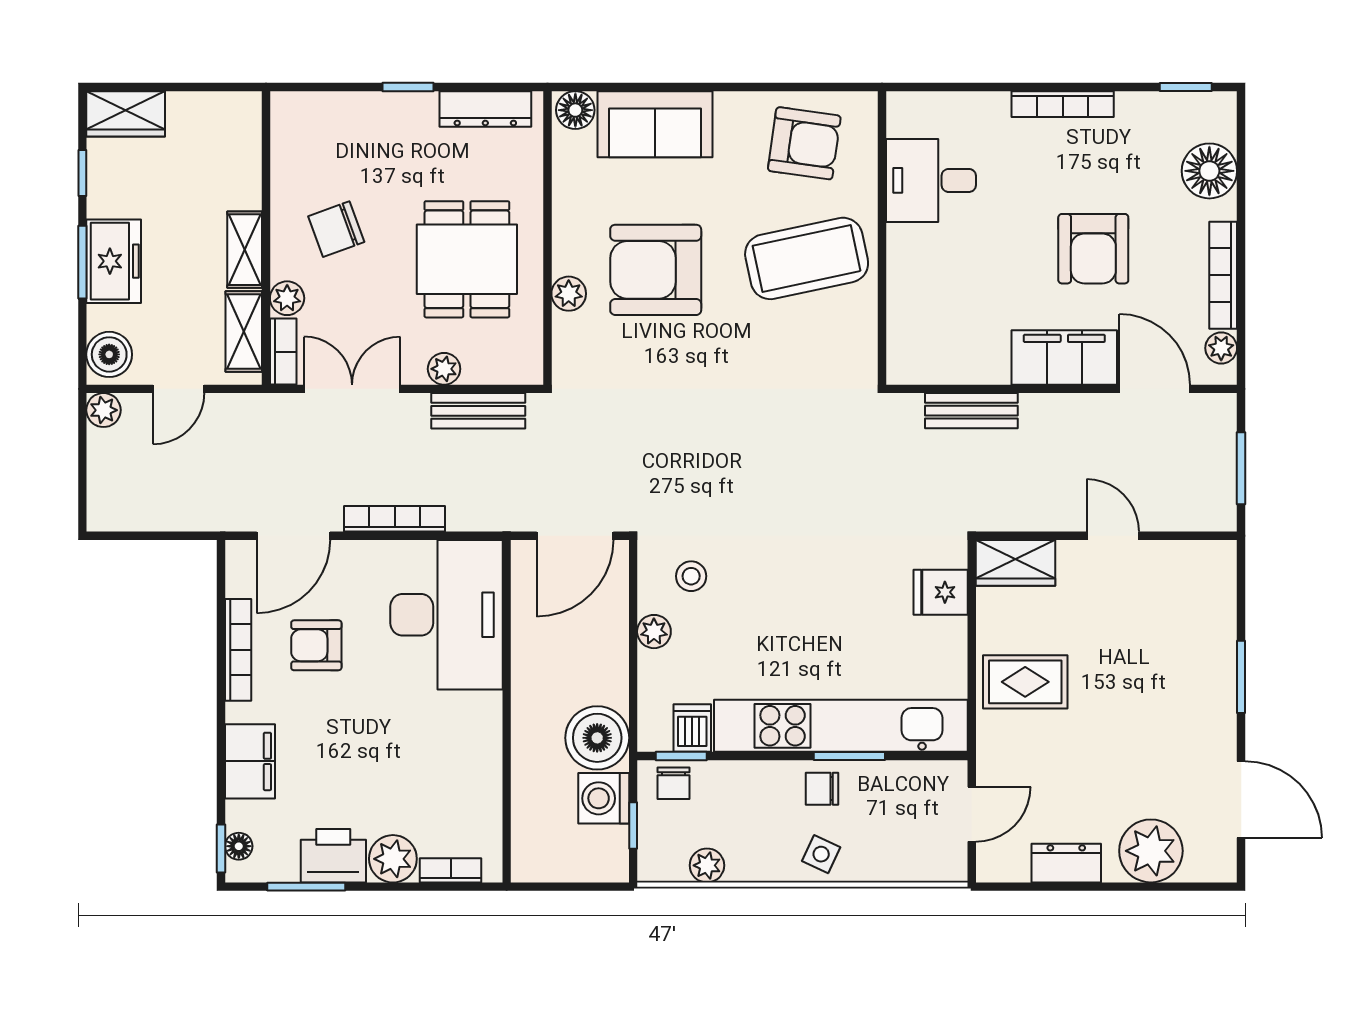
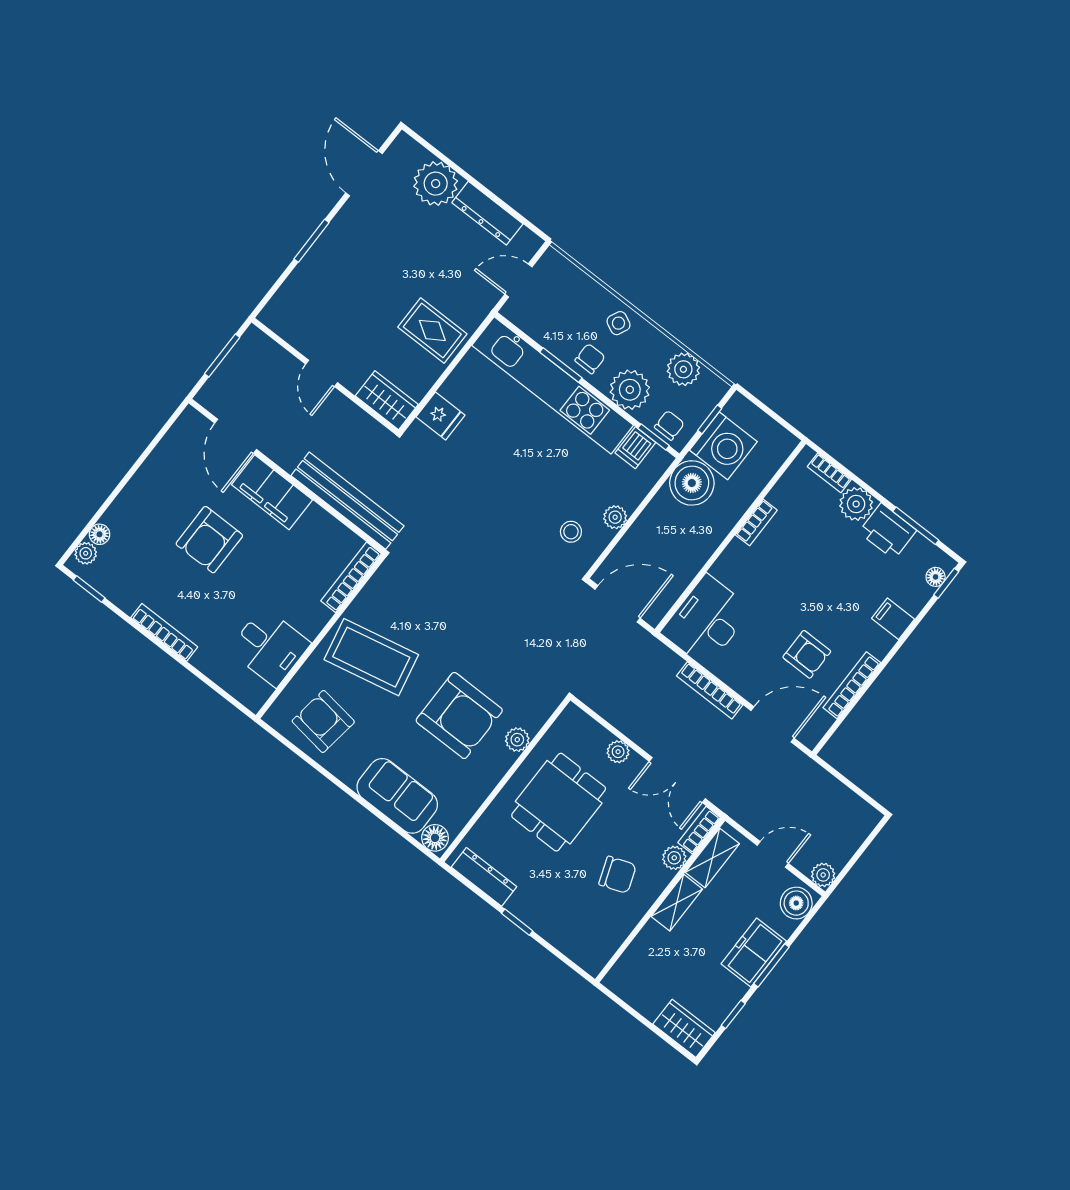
floor lamp: (1209, 171) -> (100, 534), width x0.53, depth x0.53
armchair: (1093, 249) -> (209, 540), turned 180
bookcase: (1223, 275) -> (351, 577), moved, turned 180
plant: (1221, 348) -> (86, 553), moved
bench: (478, 411) -> (617, 714), removed
bench: (971, 411) -> (347, 501), width x1.86, depth x1.21
desk: (447, 615) -> (706, 621), width x0.73, depth x0.77
bookcase: (490, 750) -> (756, 522), added
filing cabinet: (250, 761) -> (893, 619), width x0.50
plant: (750, 789) -> (630, 390), added
chair: (822, 789) -> (590, 359), turned -90
washing machine: (604, 798) -> (723, 446), width x1.37, depth x1.37
dresser: (1066, 863) -> (487, 213), width x1.44
plant: (707, 865) -> (683, 369), width x1.38, depth x1.38

